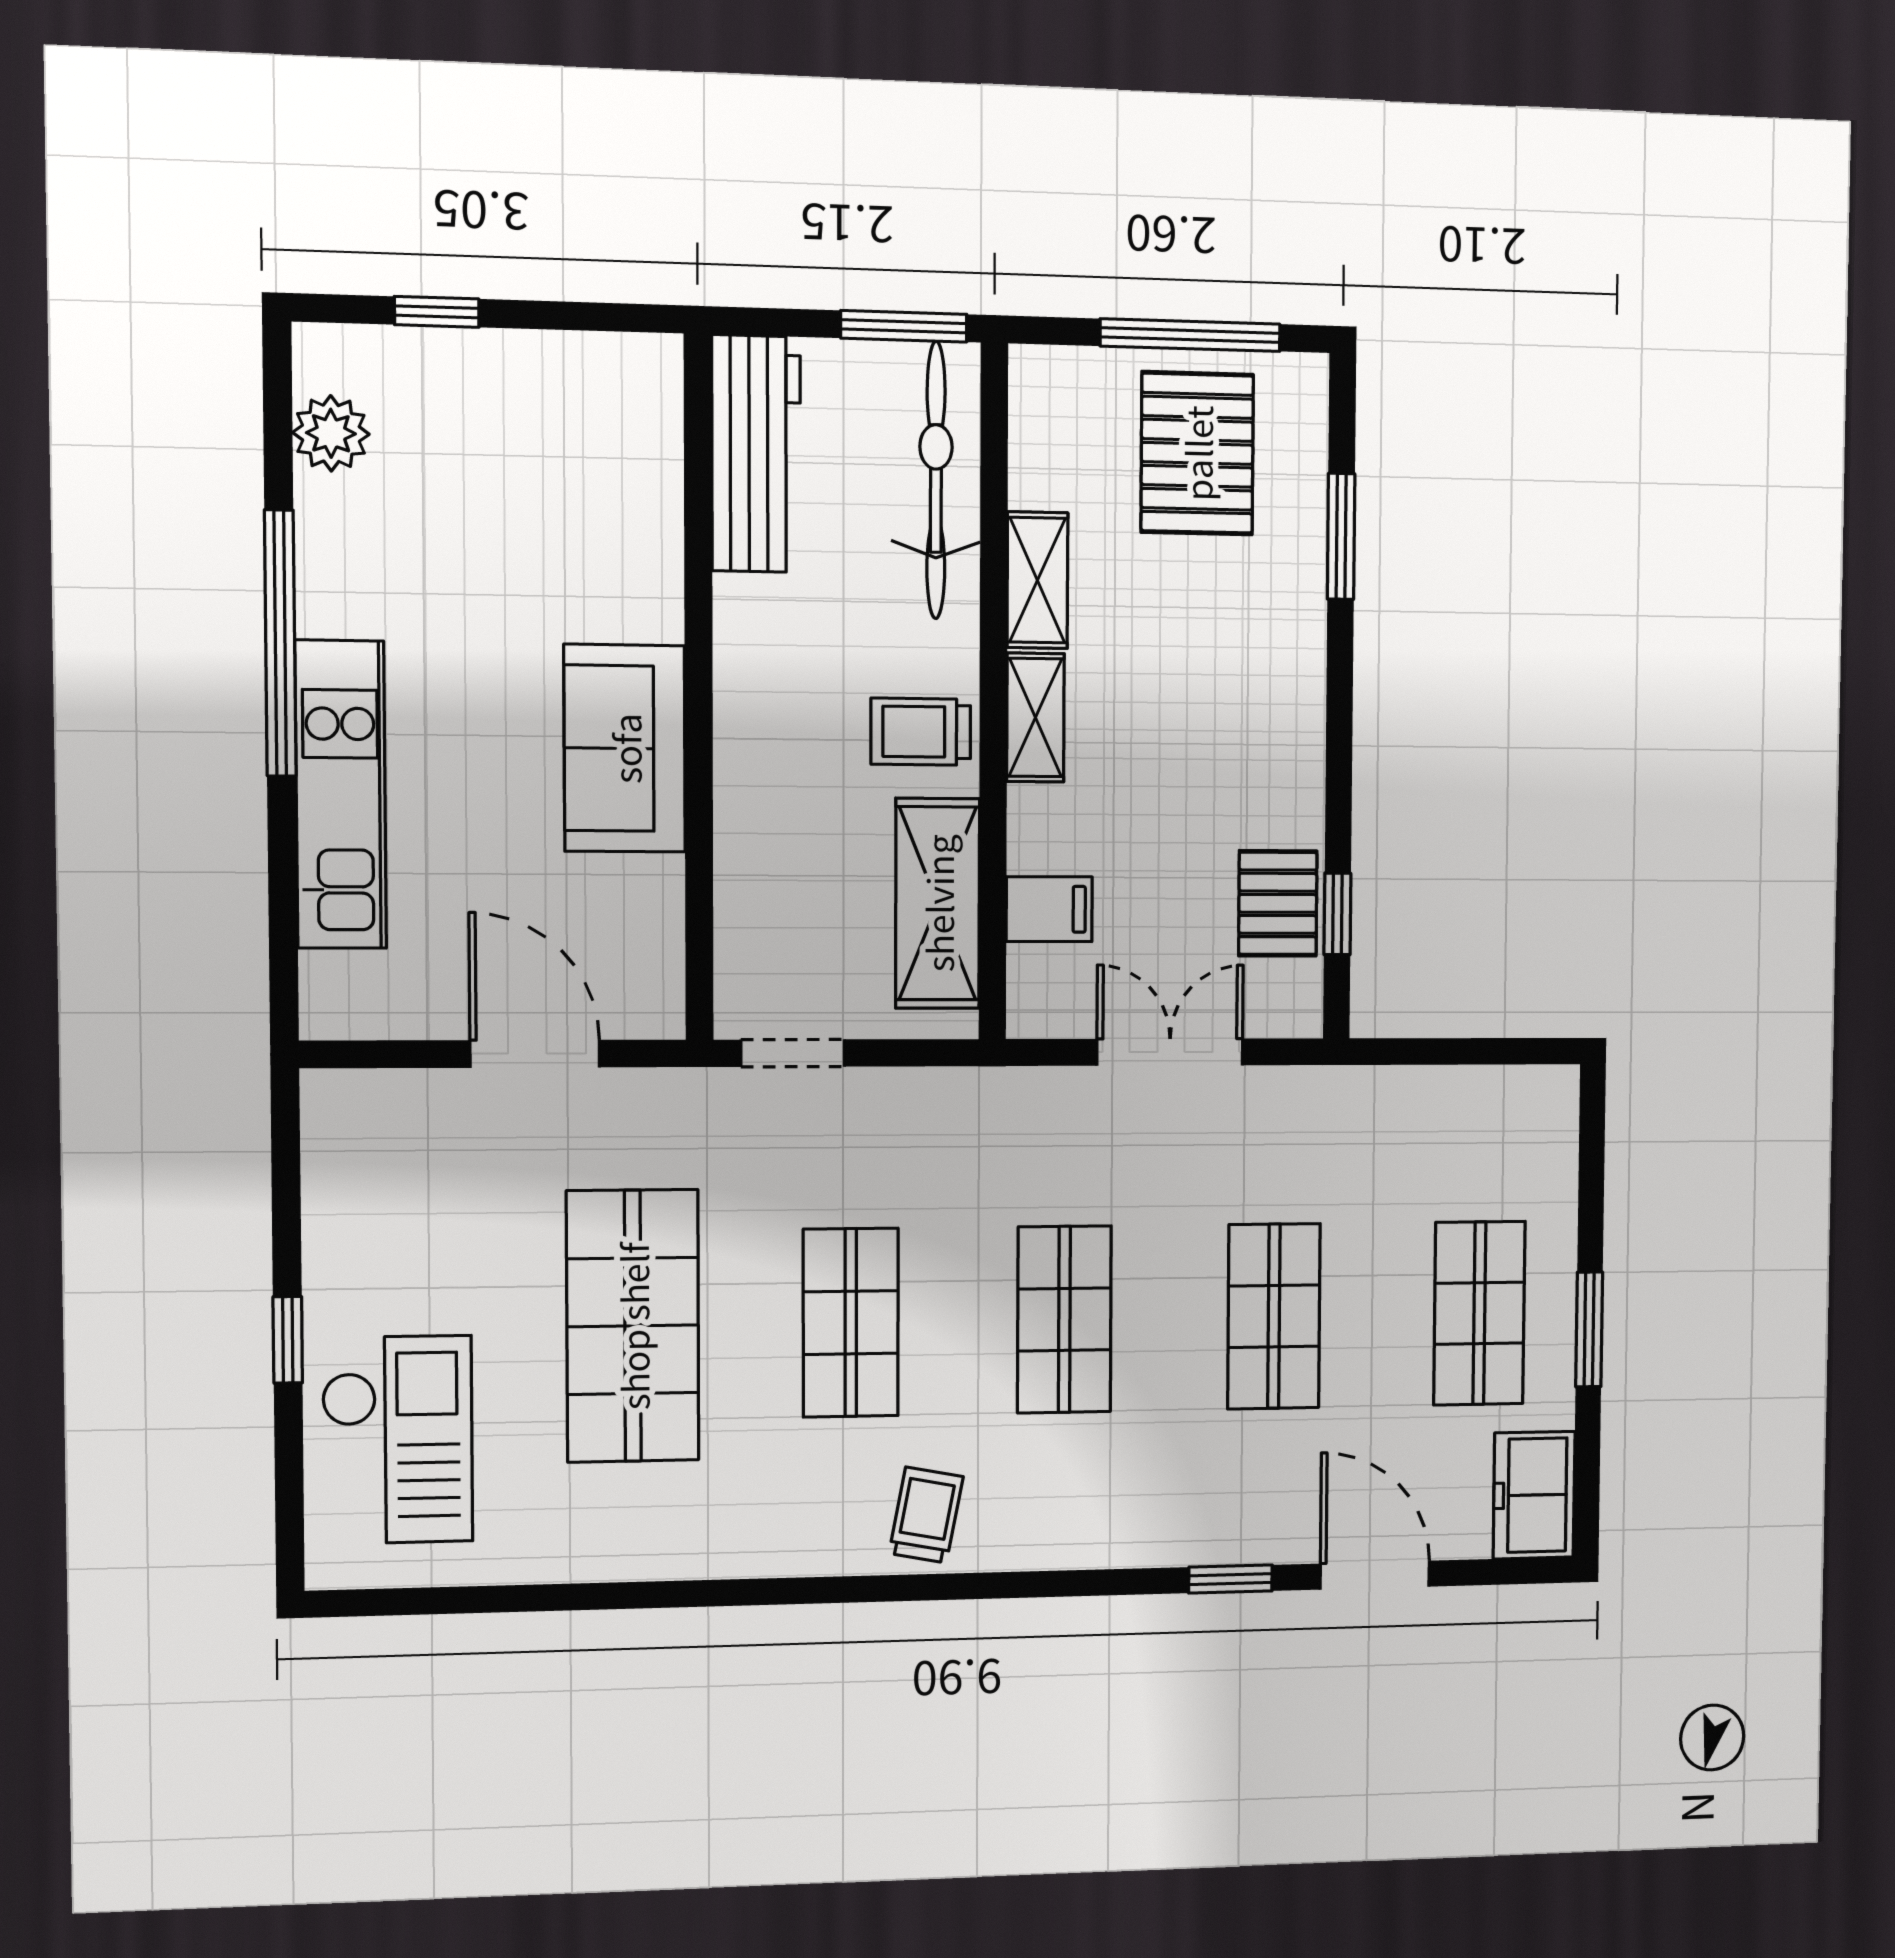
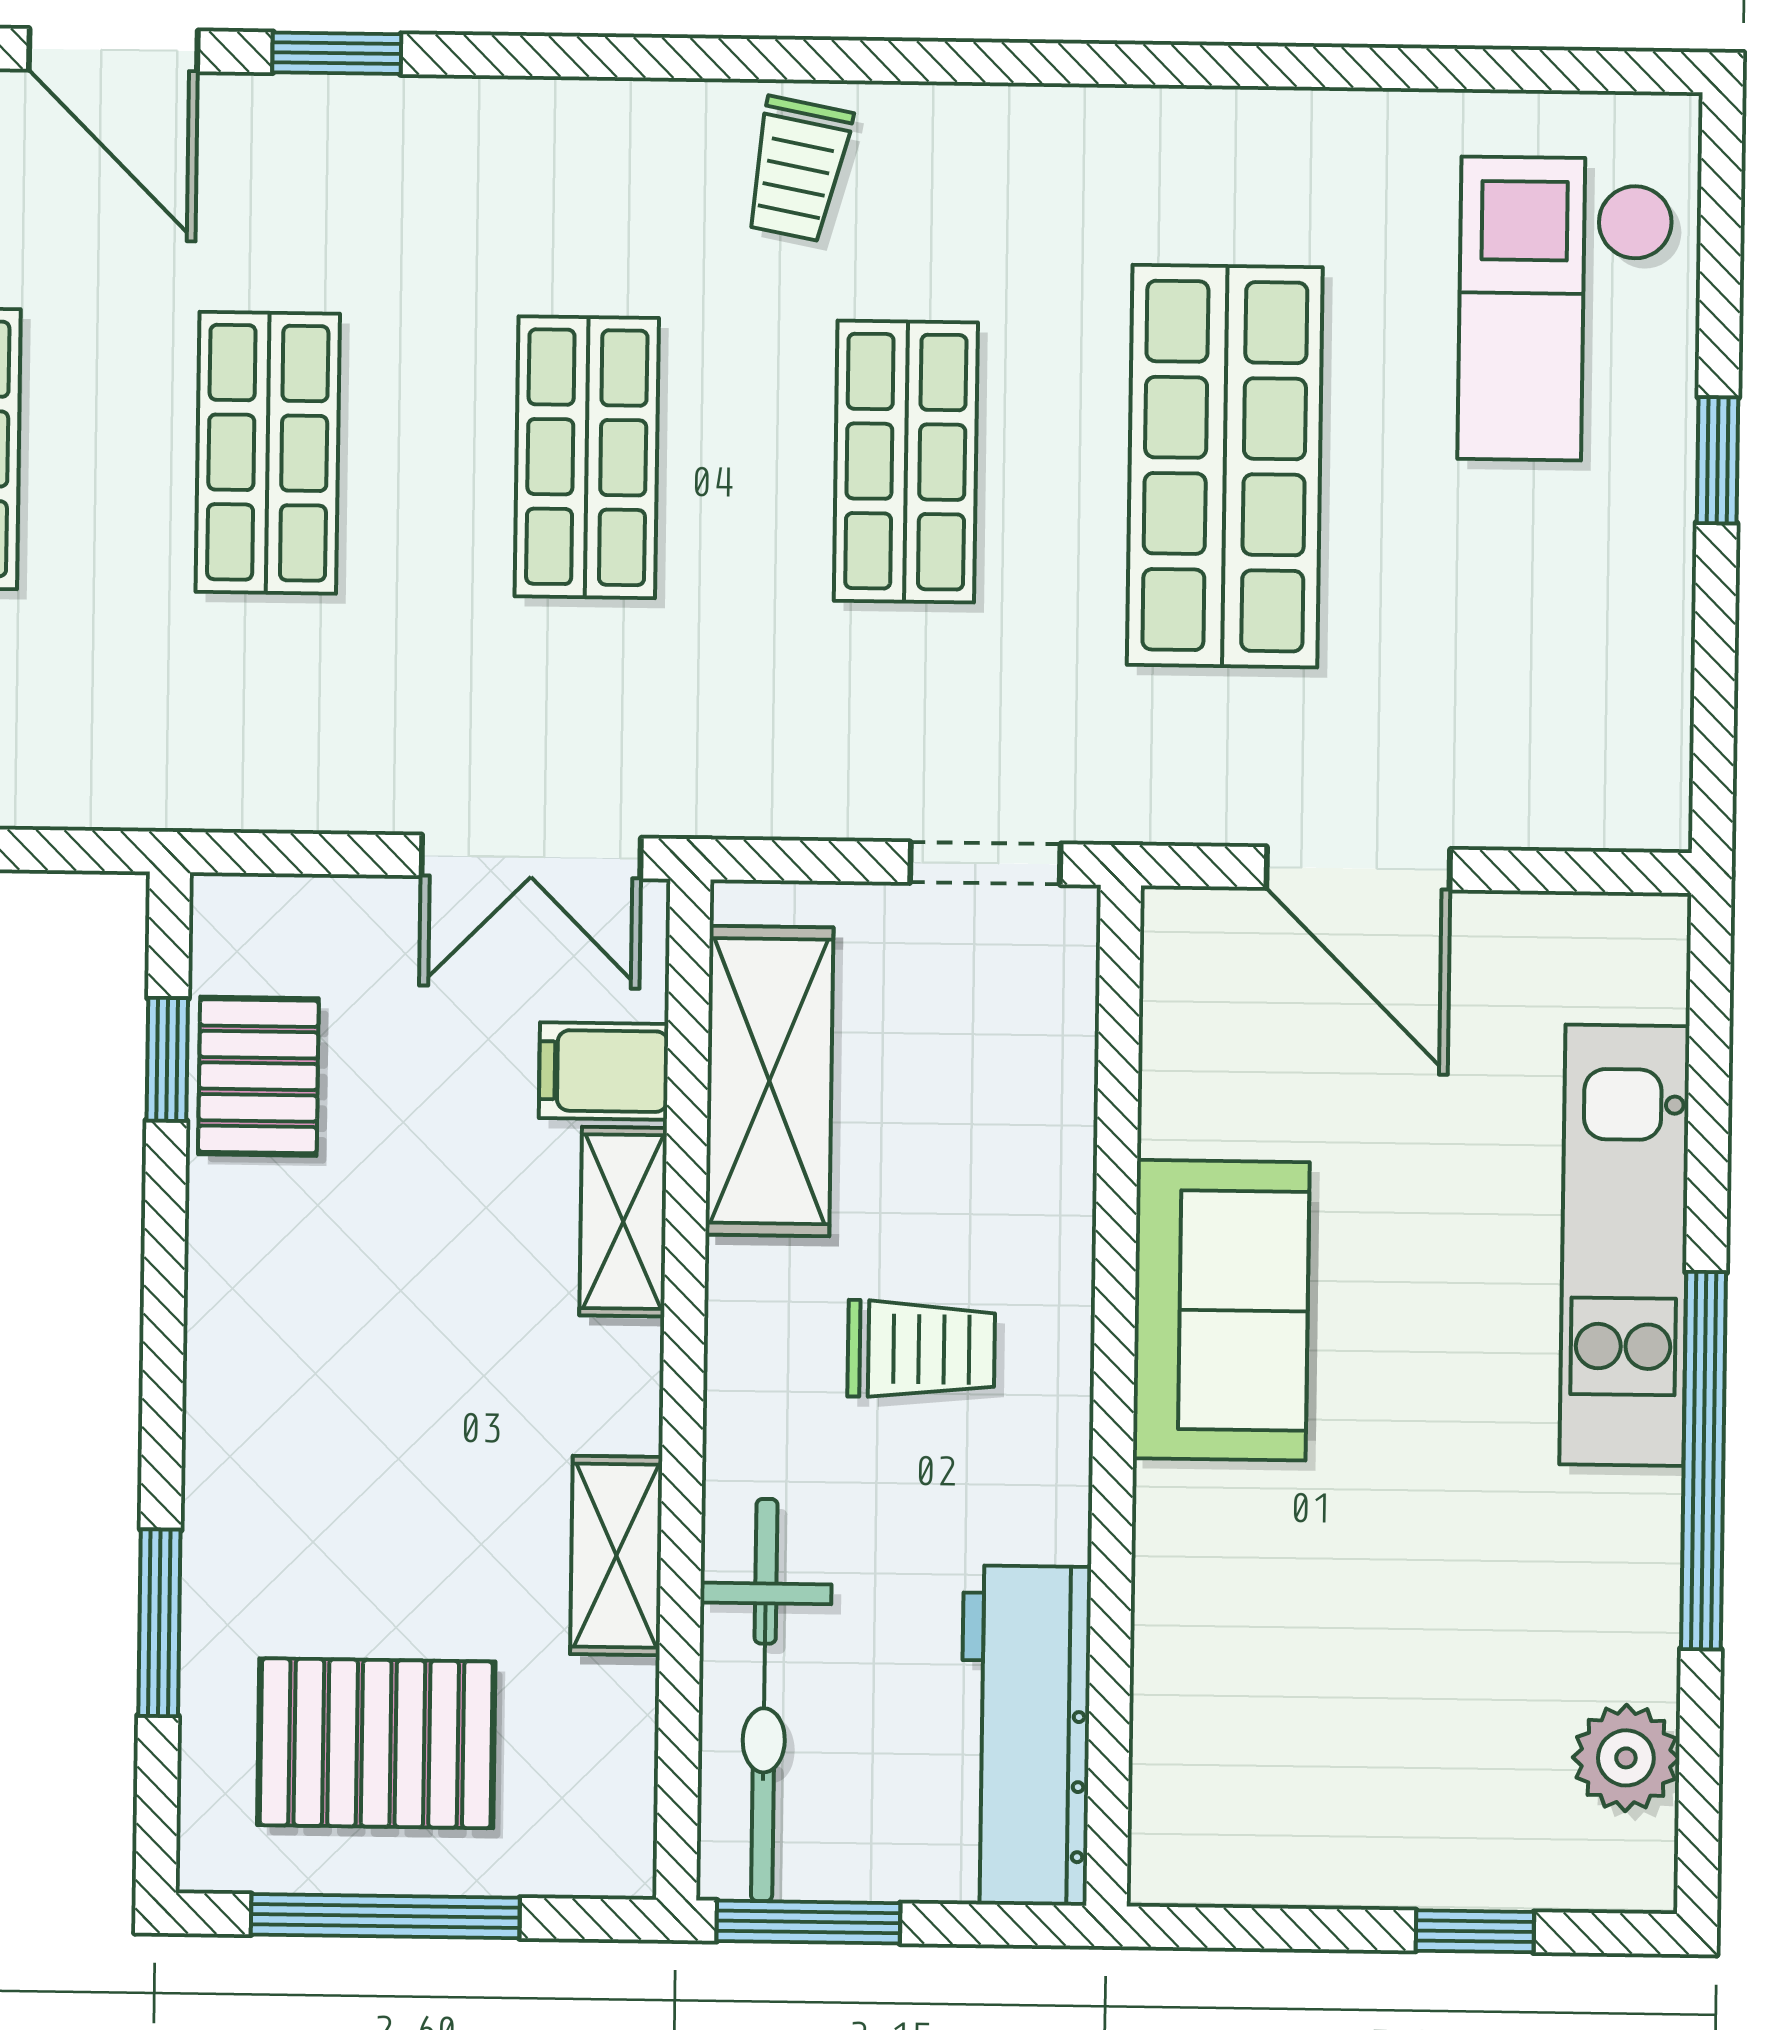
pallet: (1197, 453) -> (376, 1743), turned 90
shelving: (1035, 718) -> (623, 1222), moved
trolley: (921, 732) -> (921, 1349), moved
double door: (1170, 1052) -> (531, 857), moved

